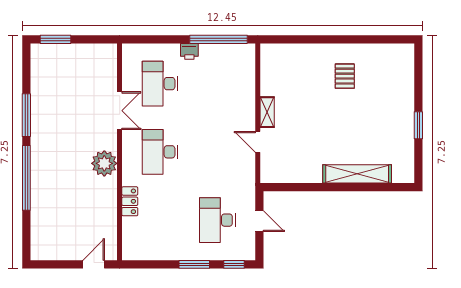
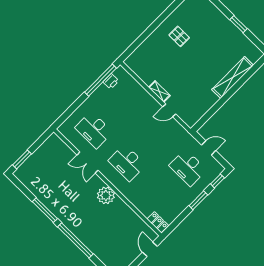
printer: (189, 51) -> (111, 81), moved
double door: (120, 111) -> (87, 163), swing flipped
locker: (130, 201) -> (158, 222), moved

